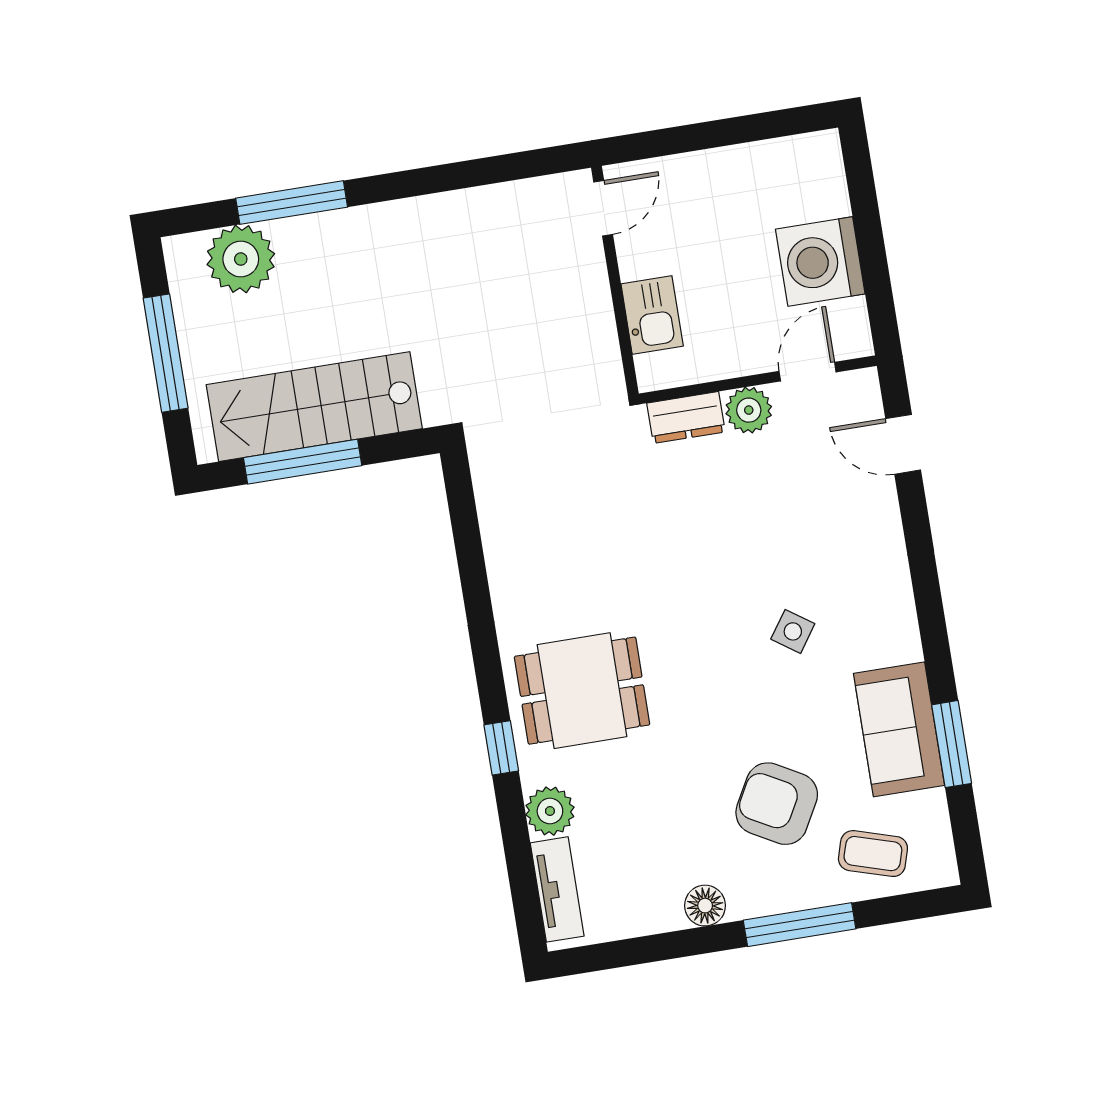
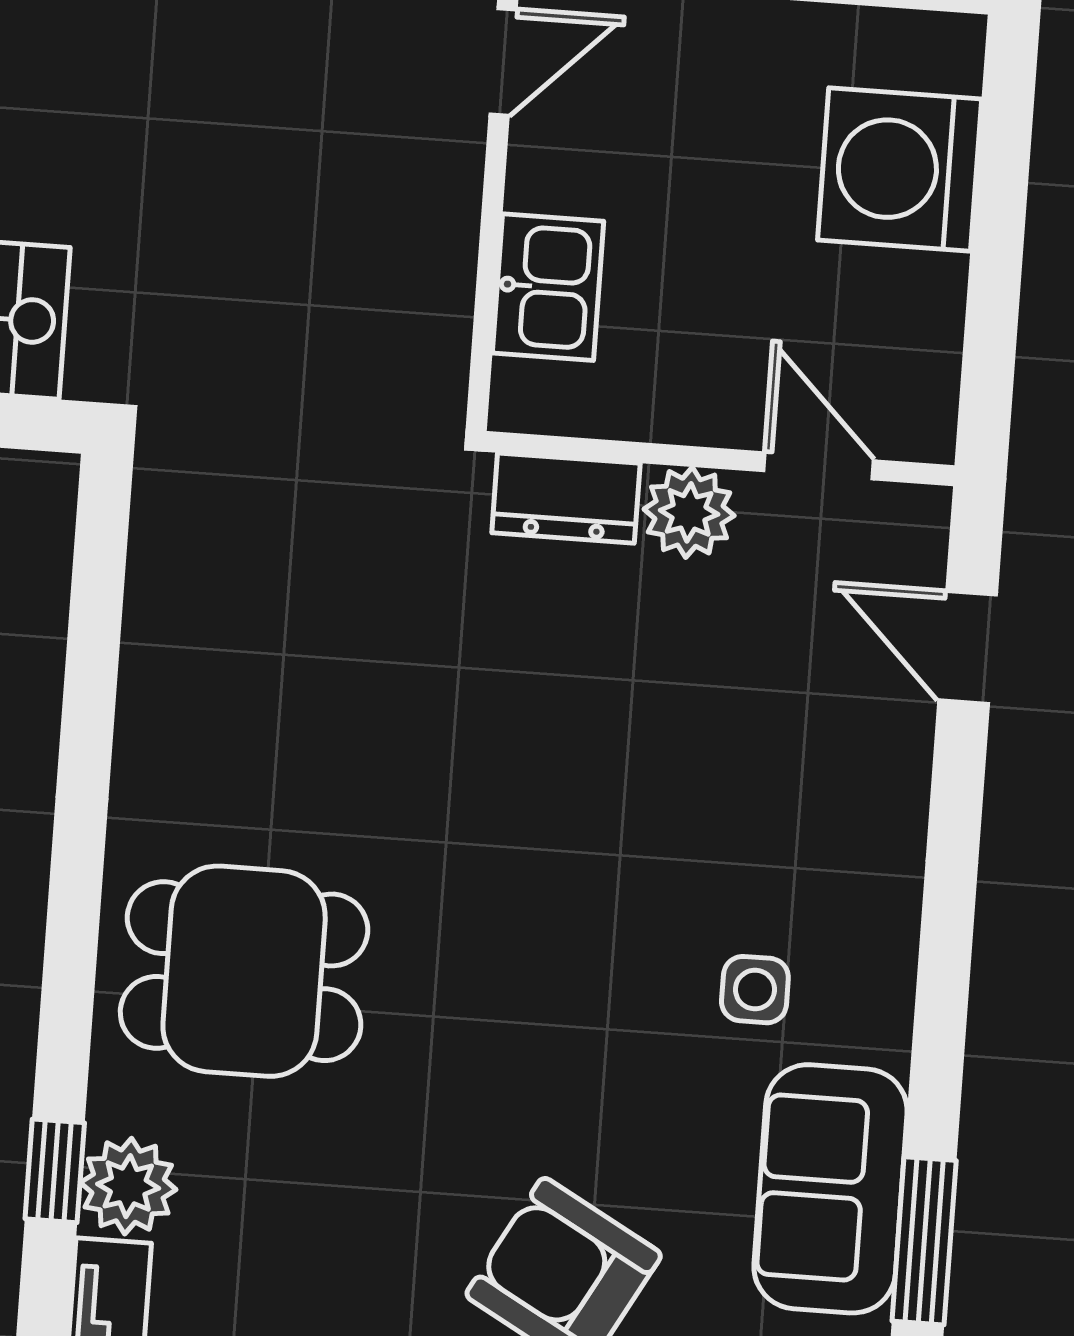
washing machine: (820, 261) -> (900, 170), moved
door: (808, 372) -> (819, 466), hinge flipped
side table: (793, 631) -> (755, 990), moved, turned -35
window: (501, 748) -> (55, 1171), moved

